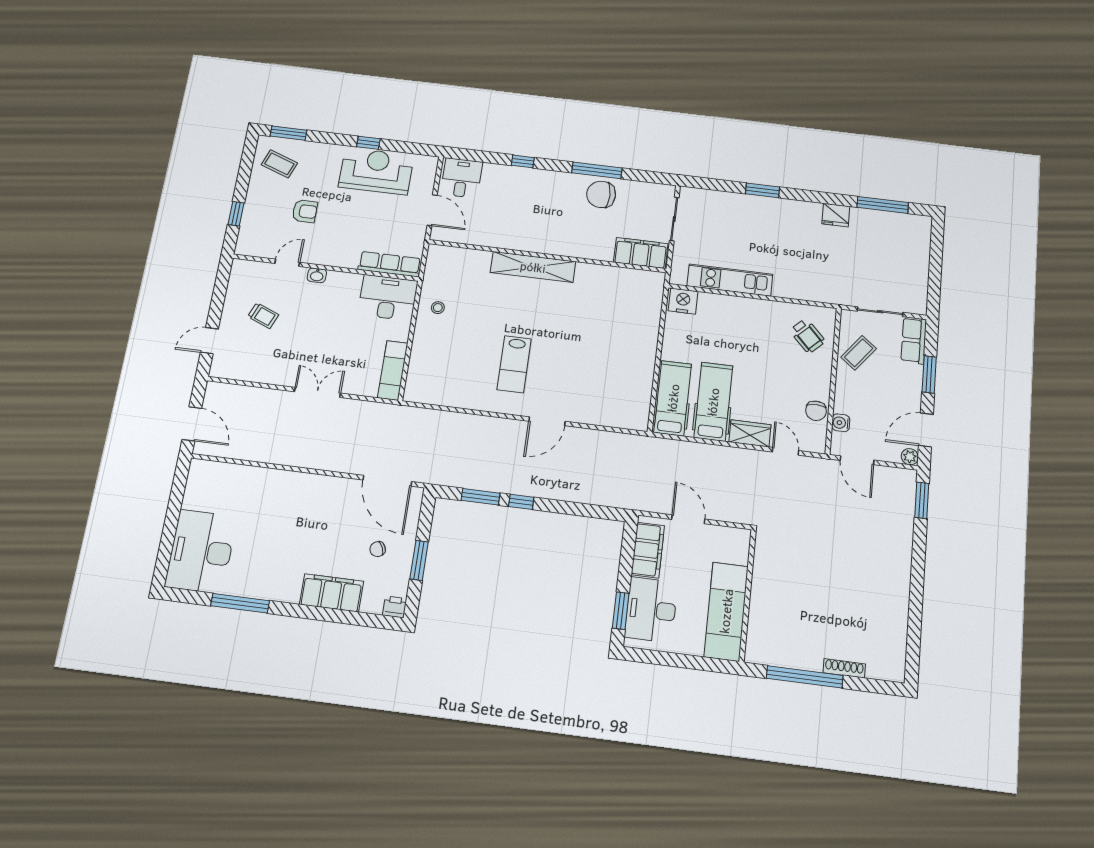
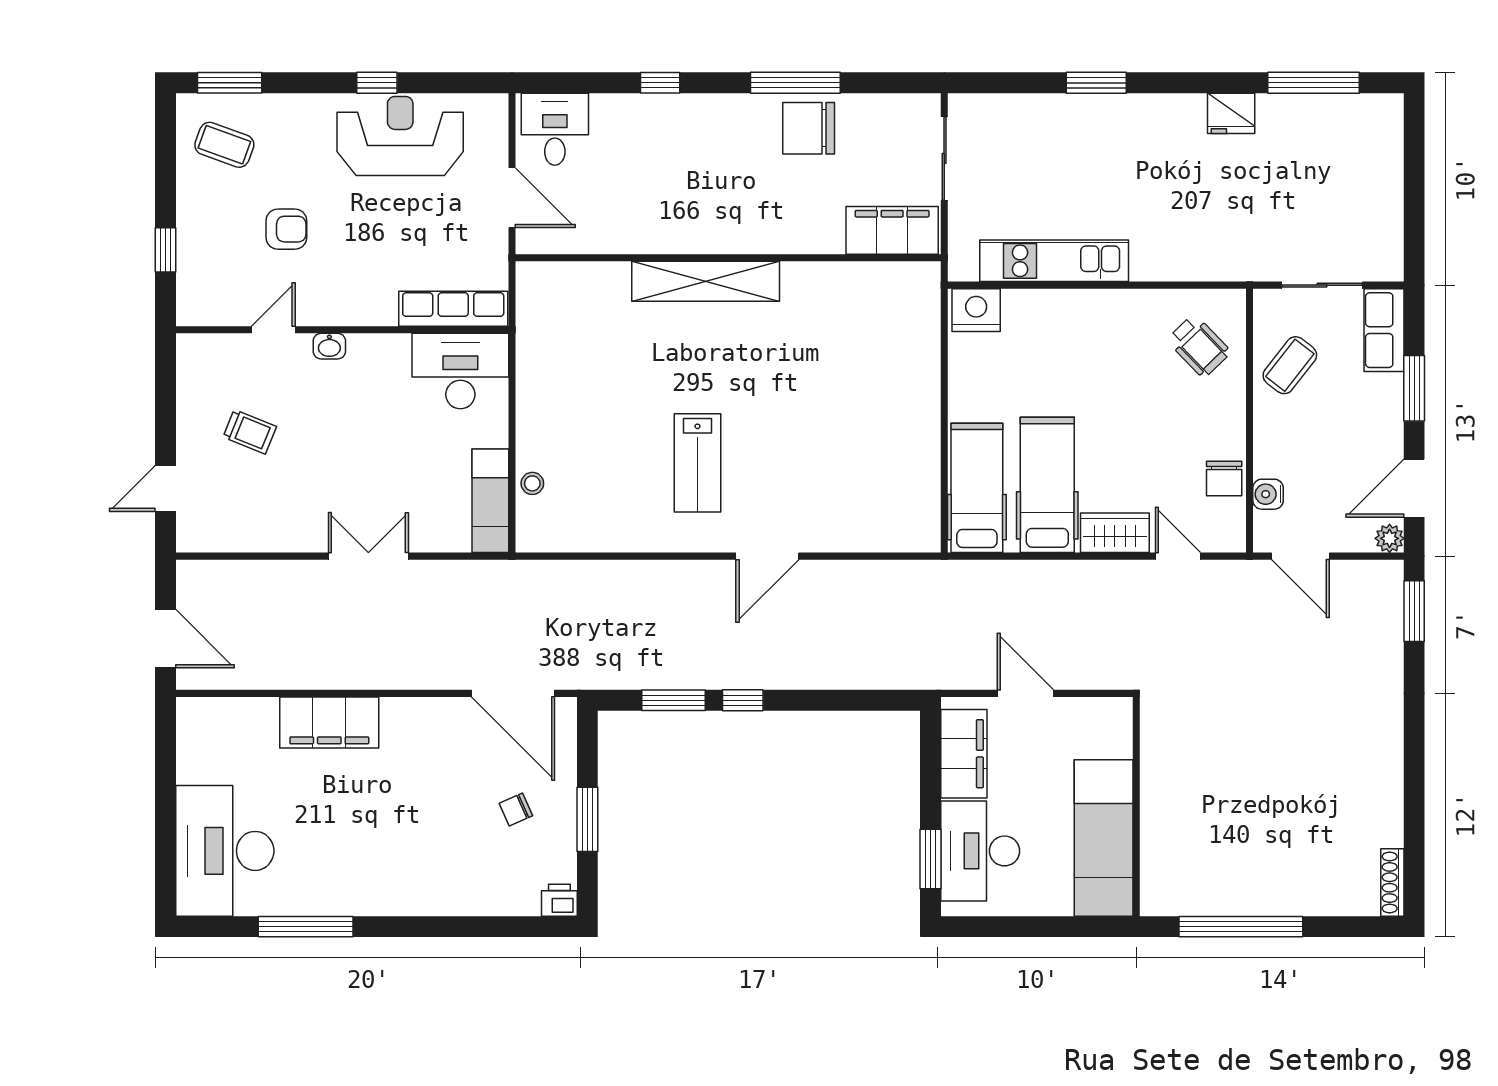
stool: (438, 308) -> (532, 483), moved
filing cabinet: (332, 593) -> (329, 722), moved, turned 180
shoe rack: (844, 668) -> (1392, 882), moved, turned -90

